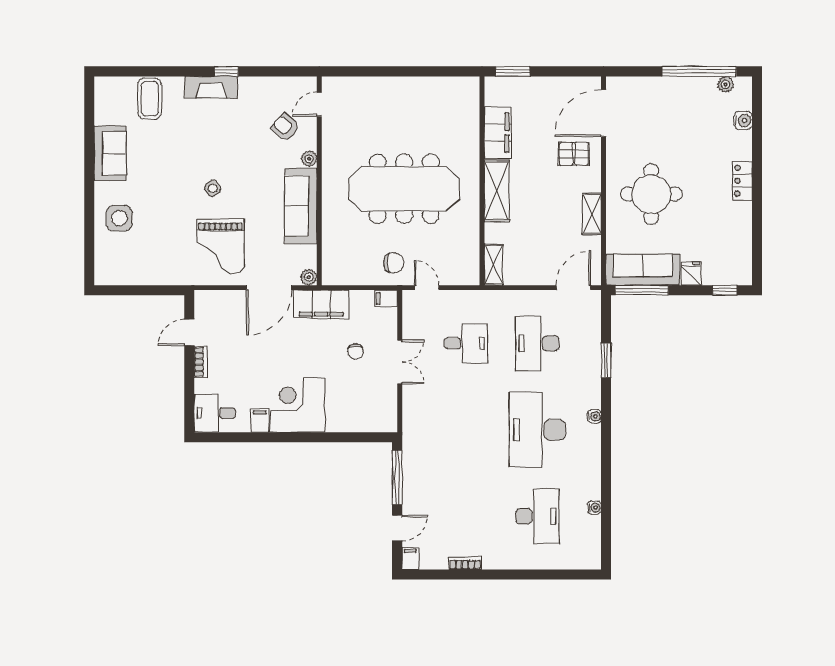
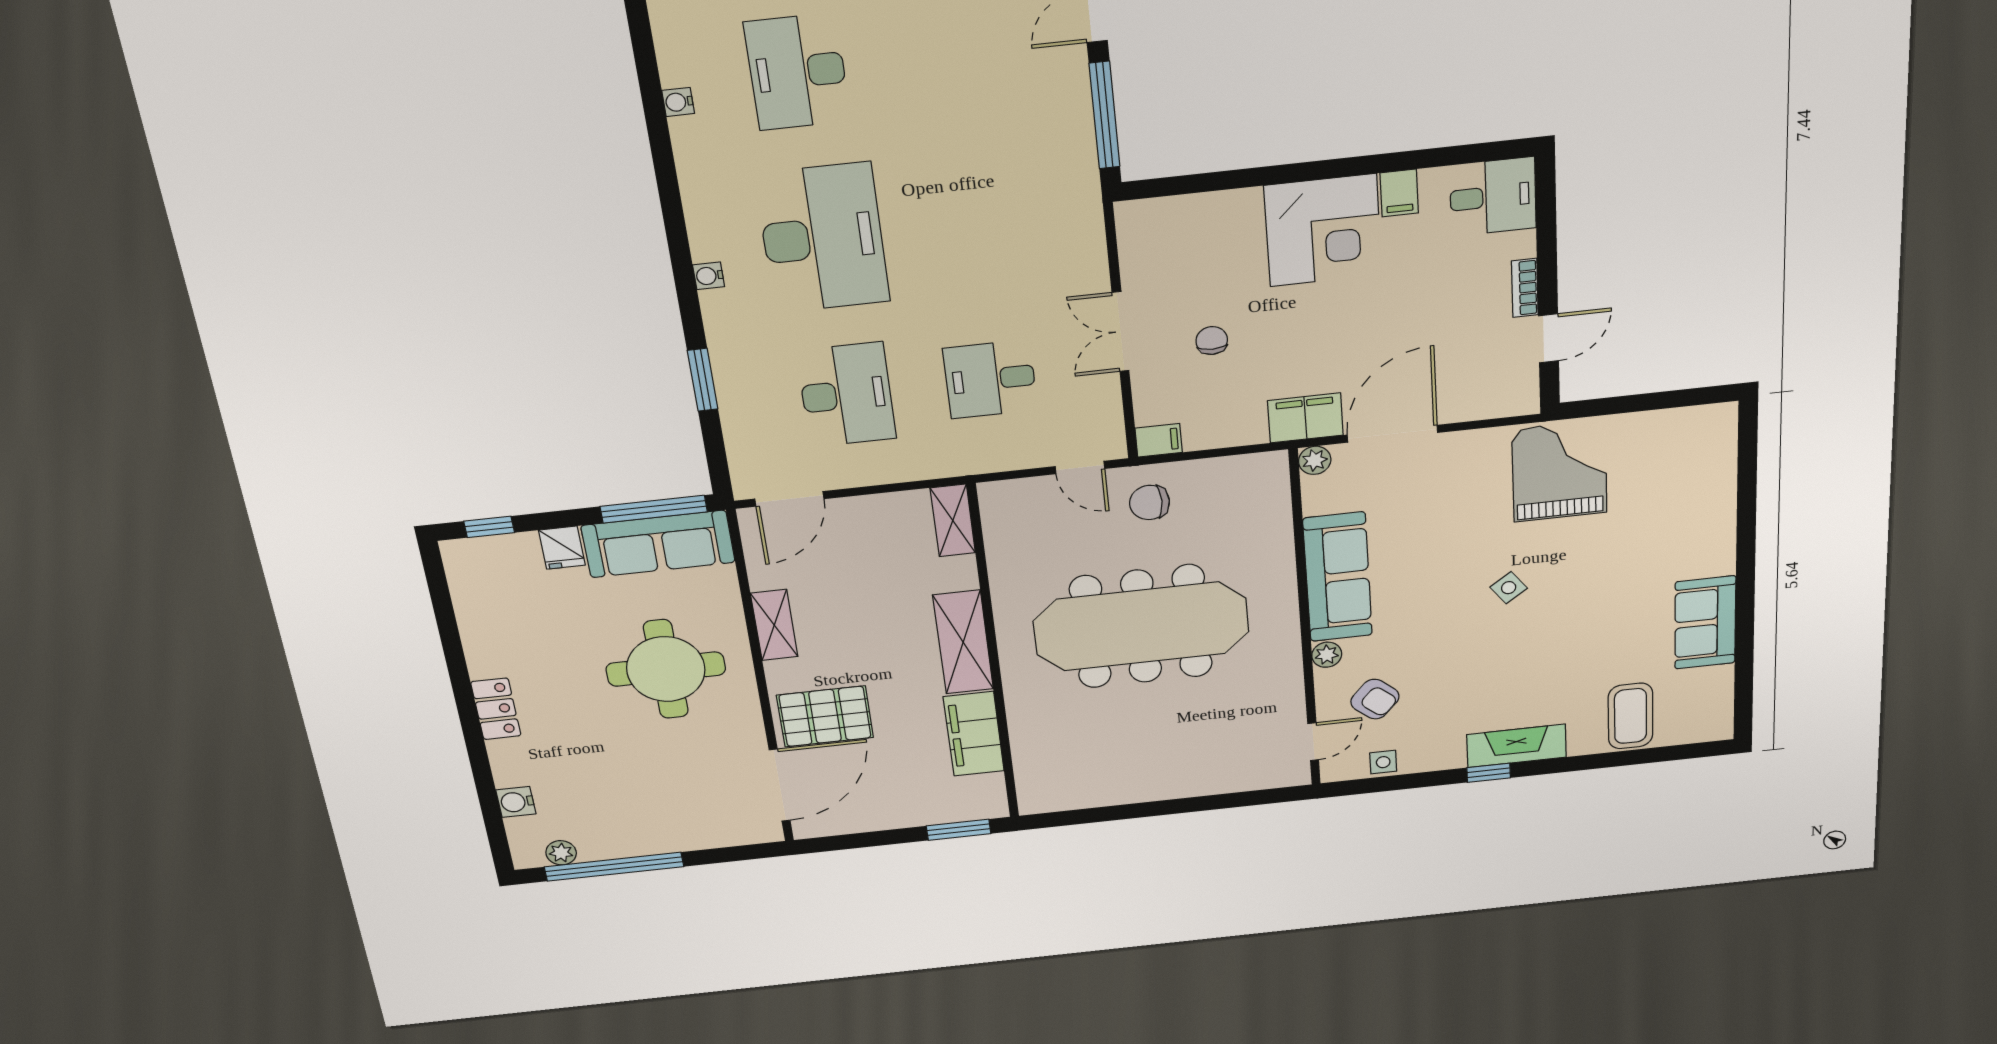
pallet: (574, 154) -> (825, 716), width x1.50, depth x1.42
side table: (119, 218) -> (1383, 762), moved, width x0.54, depth x0.54
grand piano: (221, 246) -> (1560, 471), moved
filing cabinet: (321, 304) -> (1305, 418), width x0.67, depth x0.86

